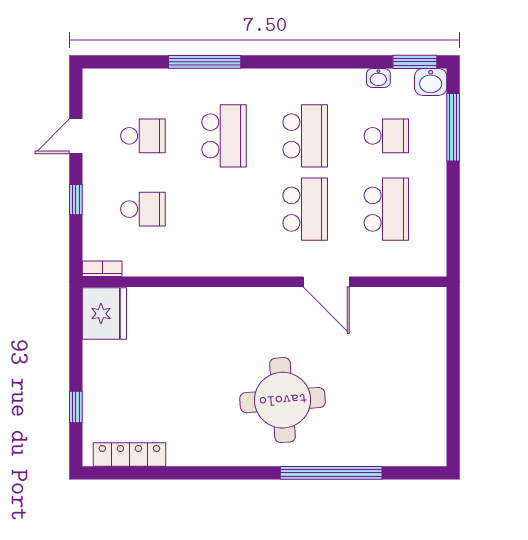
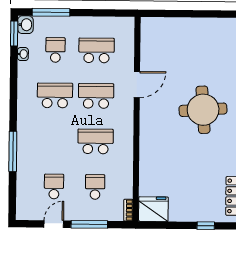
door: (76, 136) -> (54, 224), swing flipped
school desk: (224, 136) -> (96, 141), moved
window: (76, 200) -> (89, 224), width x2.17

